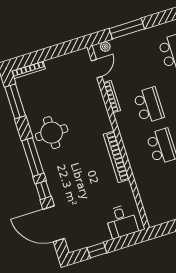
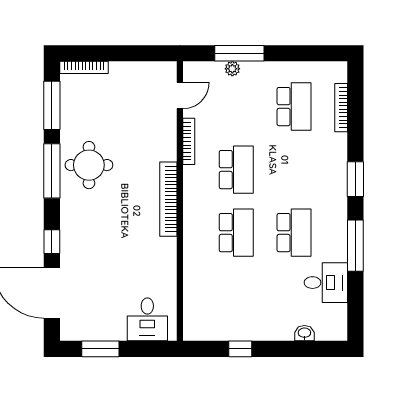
plant: (105, 47) -> (232, 69), moved
window: (33, 157) -> (52, 171), moved
bookcase: (116, 157) -> (168, 199), moved
window: (97, 250) -> (100, 349), width x1.50

